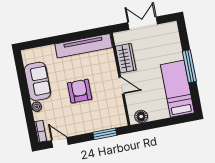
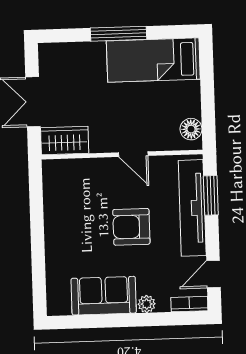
tv unit: (84, 46) -> (192, 208), moved, turned 180
wardrobe: (126, 58) -> (65, 140), moved
door: (121, 86) -> (133, 154), swing flipped

